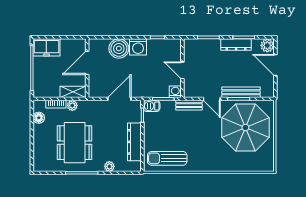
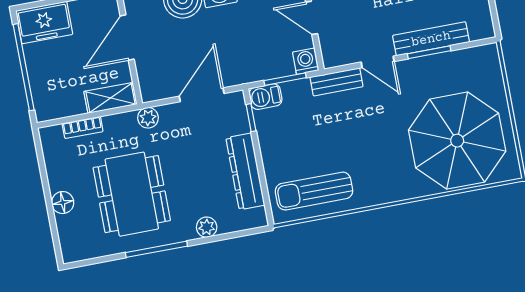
plant: (72, 105) -> (148, 118), moved
floor lamp: (39, 118) -> (63, 203), moved
parasol: (245, 128) -> (457, 141), moved

